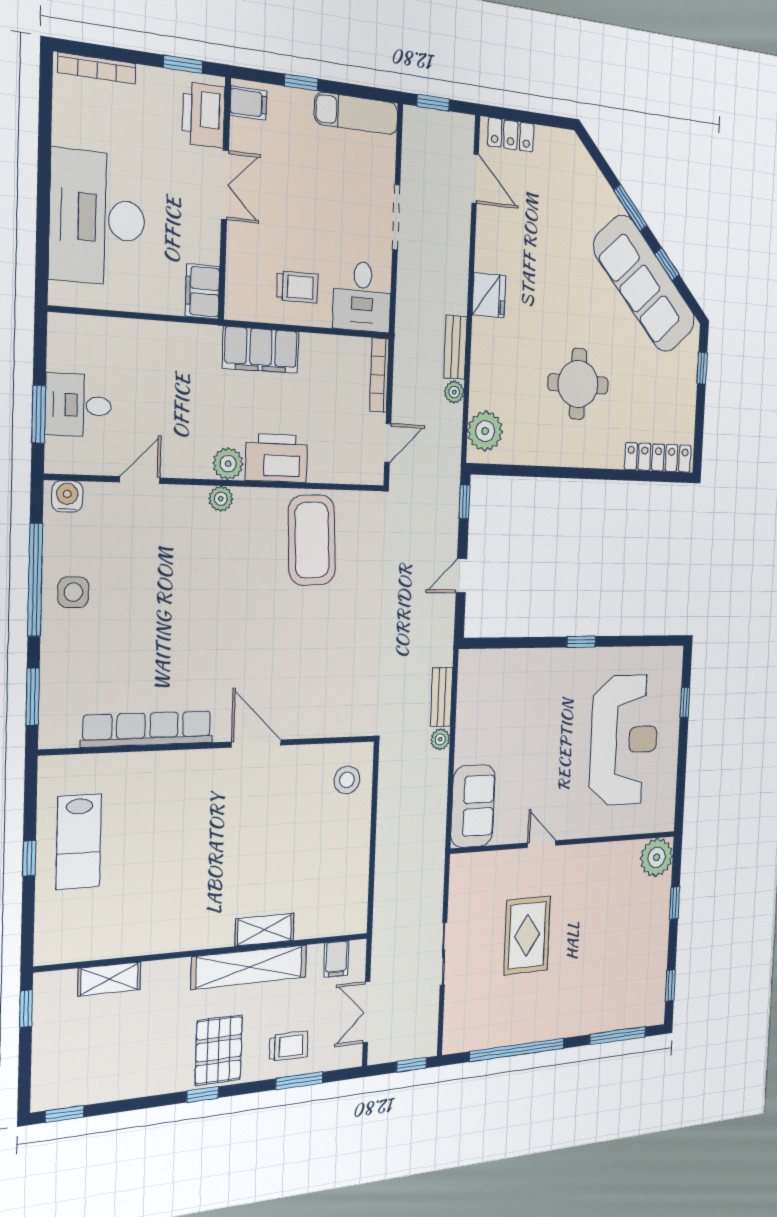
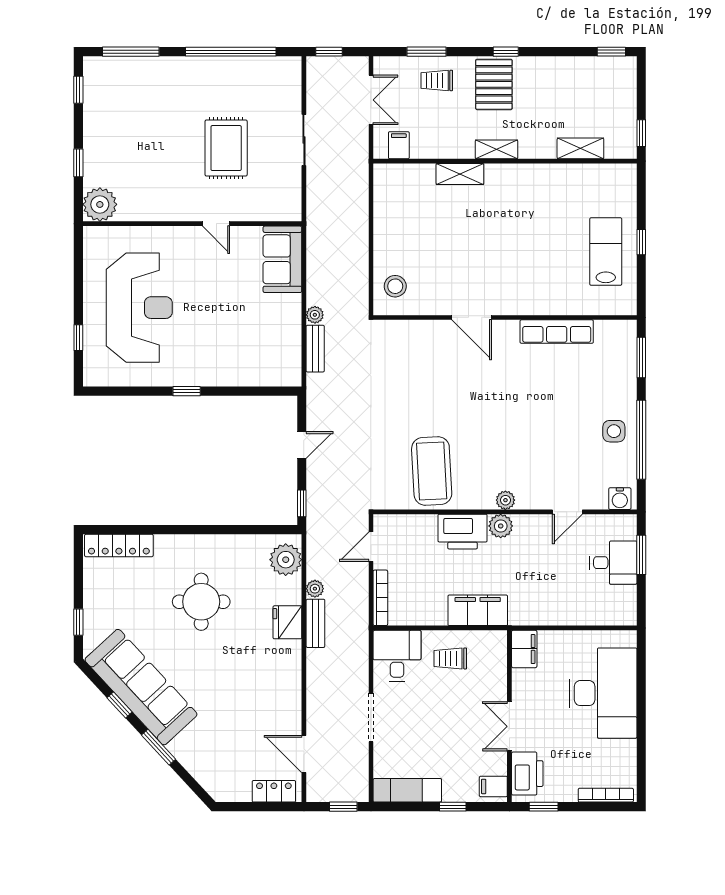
fridge: (489, 295) -> (287, 622), moved
row of seats: (148, 729) -> (557, 332), width x0.73
reception desk: (624, 740) -> (139, 308), turned 180
shelving: (249, 967) -> (497, 149), width x0.45, depth x0.75

